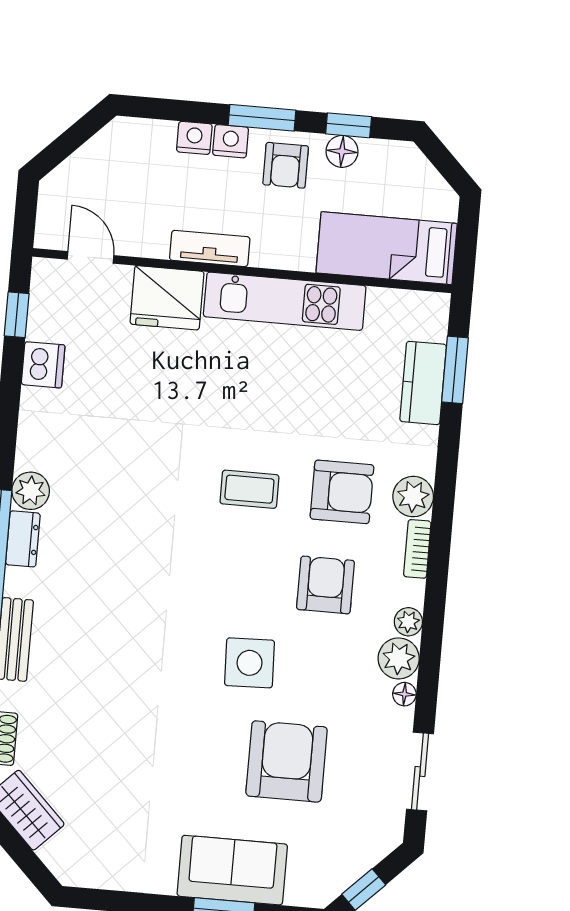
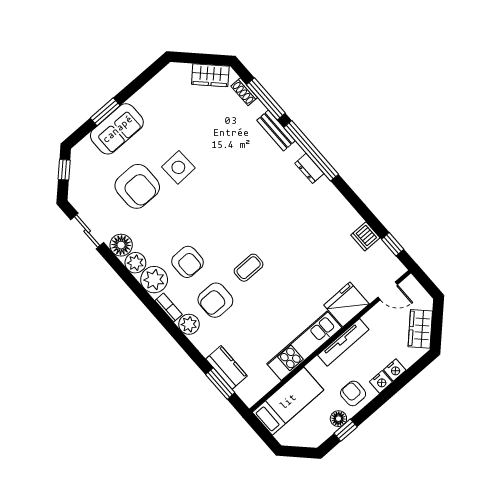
window: (262, 118) -> (378, 401), removed
wardrobe: (100, 158) -> (420, 329), added
tv unit: (210, 248) -> (343, 342), width x1.41
plant: (31, 491) -> (324, 188), removed
plant: (408, 622) -> (154, 280), width x1.87, depth x1.87
side table: (250, 663) -> (178, 167), moved
floor lamp: (404, 694) -> (121, 245), width x1.89, depth x1.89

